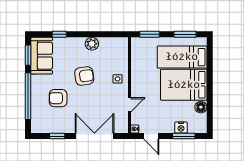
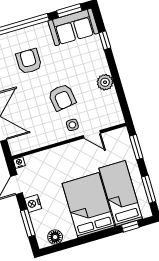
window: (210, 57) -> (130, 226), added
armchair: (84, 76) -> (62, 97), moved
door: (129, 105) -> (92, 134), moved
floor lamp: (201, 107) -> (55, 237), moved
nightstand: (181, 128) -> (33, 203), moved

